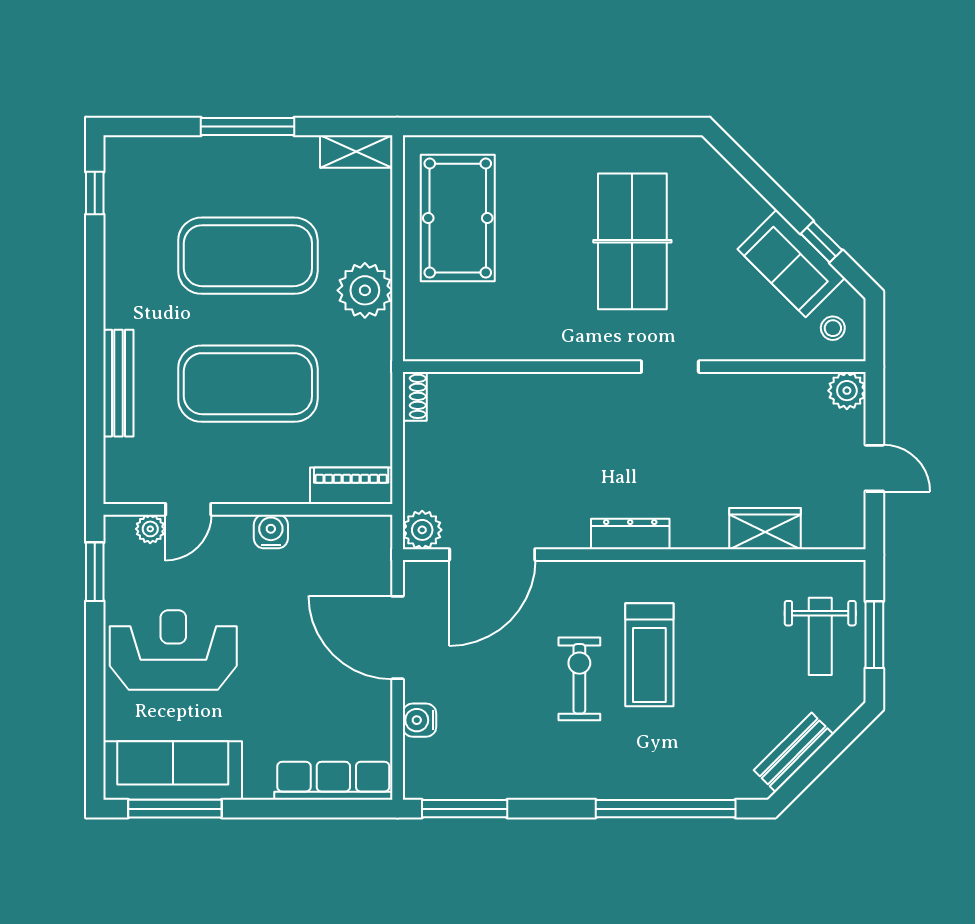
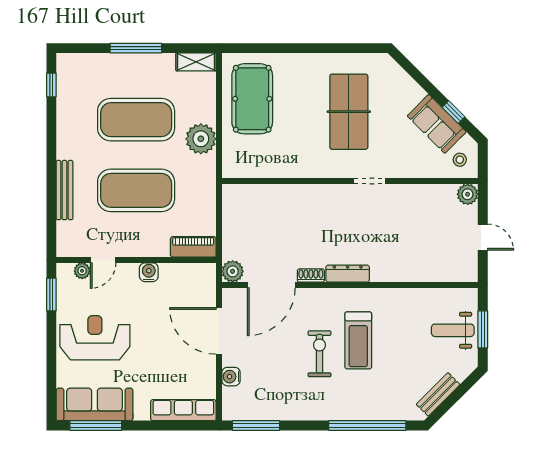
shoe rack: (415, 396) -> (311, 276), moved, turned -90
wardrobe: (765, 529) -> (422, 271), removed
weight bench: (820, 636) -> (453, 330), turned 90

